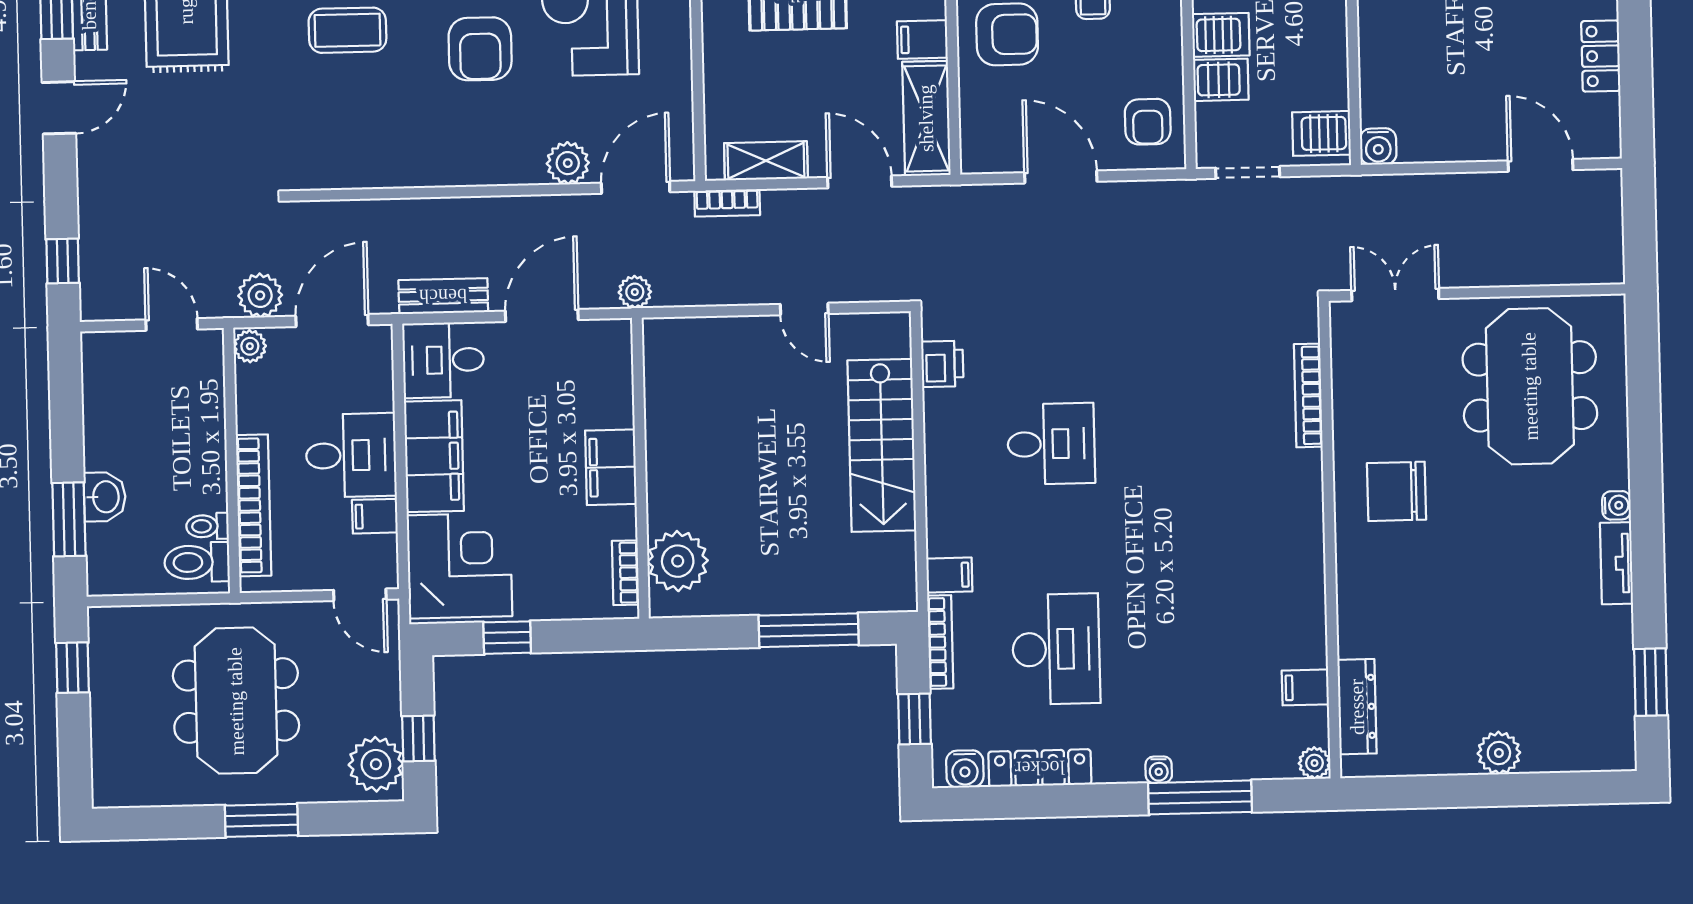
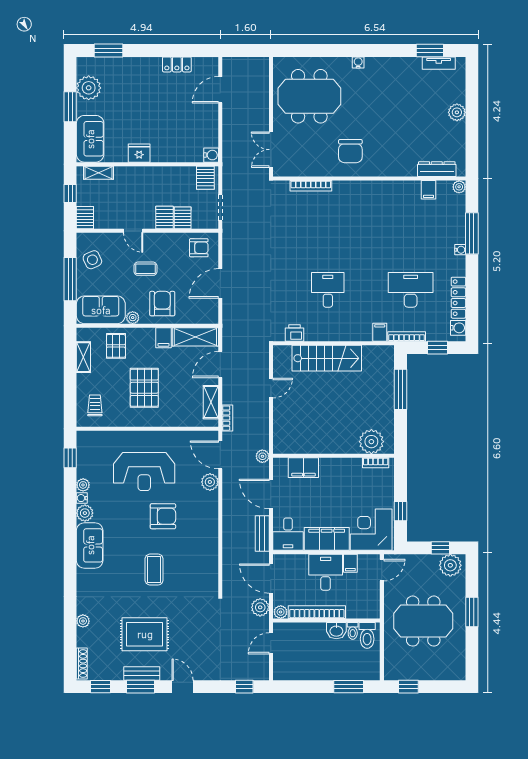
filing cabinet: (611, 467) -> (303, 468), moved
washbasin: (105, 497) -> (336, 631), moved, turned 180
bookcase: (254, 505) -> (317, 612), moved
tv unit: (1616, 563) -> (439, 63), moved

